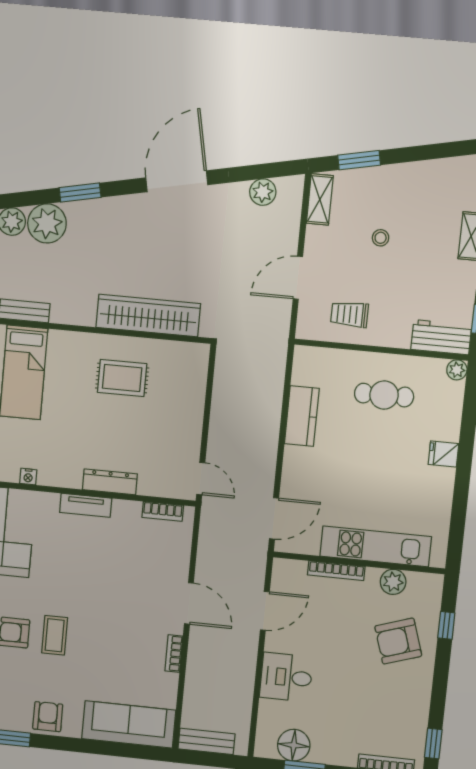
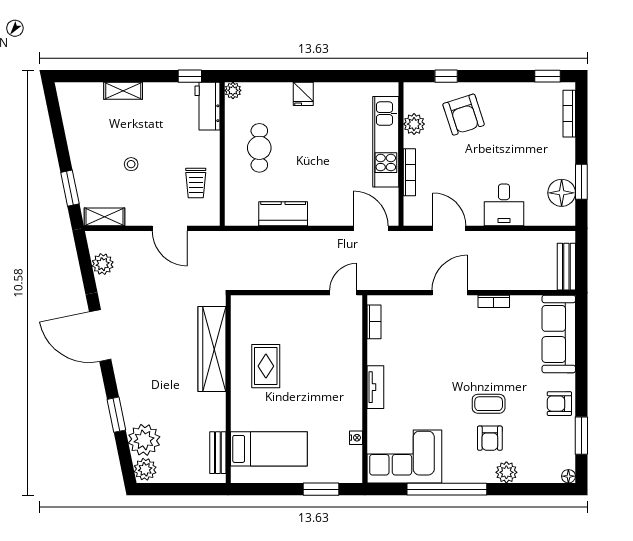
dresser: (110, 482) -> (354, 368), removed

